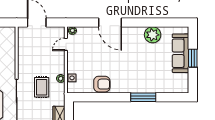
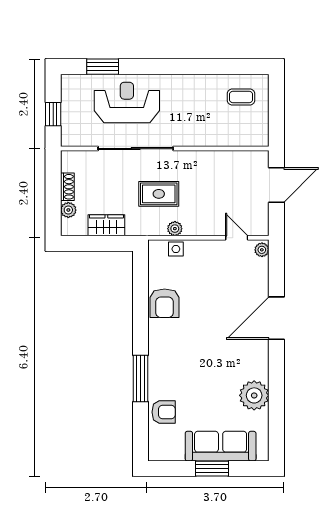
armchair: (162, 85) -> (164, 412), added

